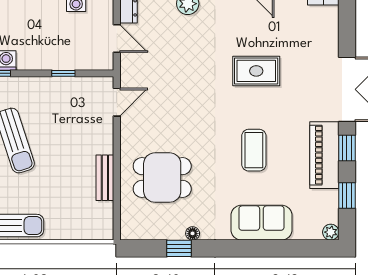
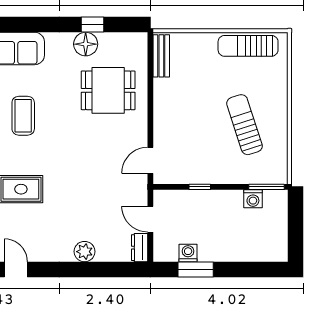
bench: (105, 178) -> (161, 56), moved
floor lamp: (193, 233) -> (86, 44), width x1.89, depth x1.89

